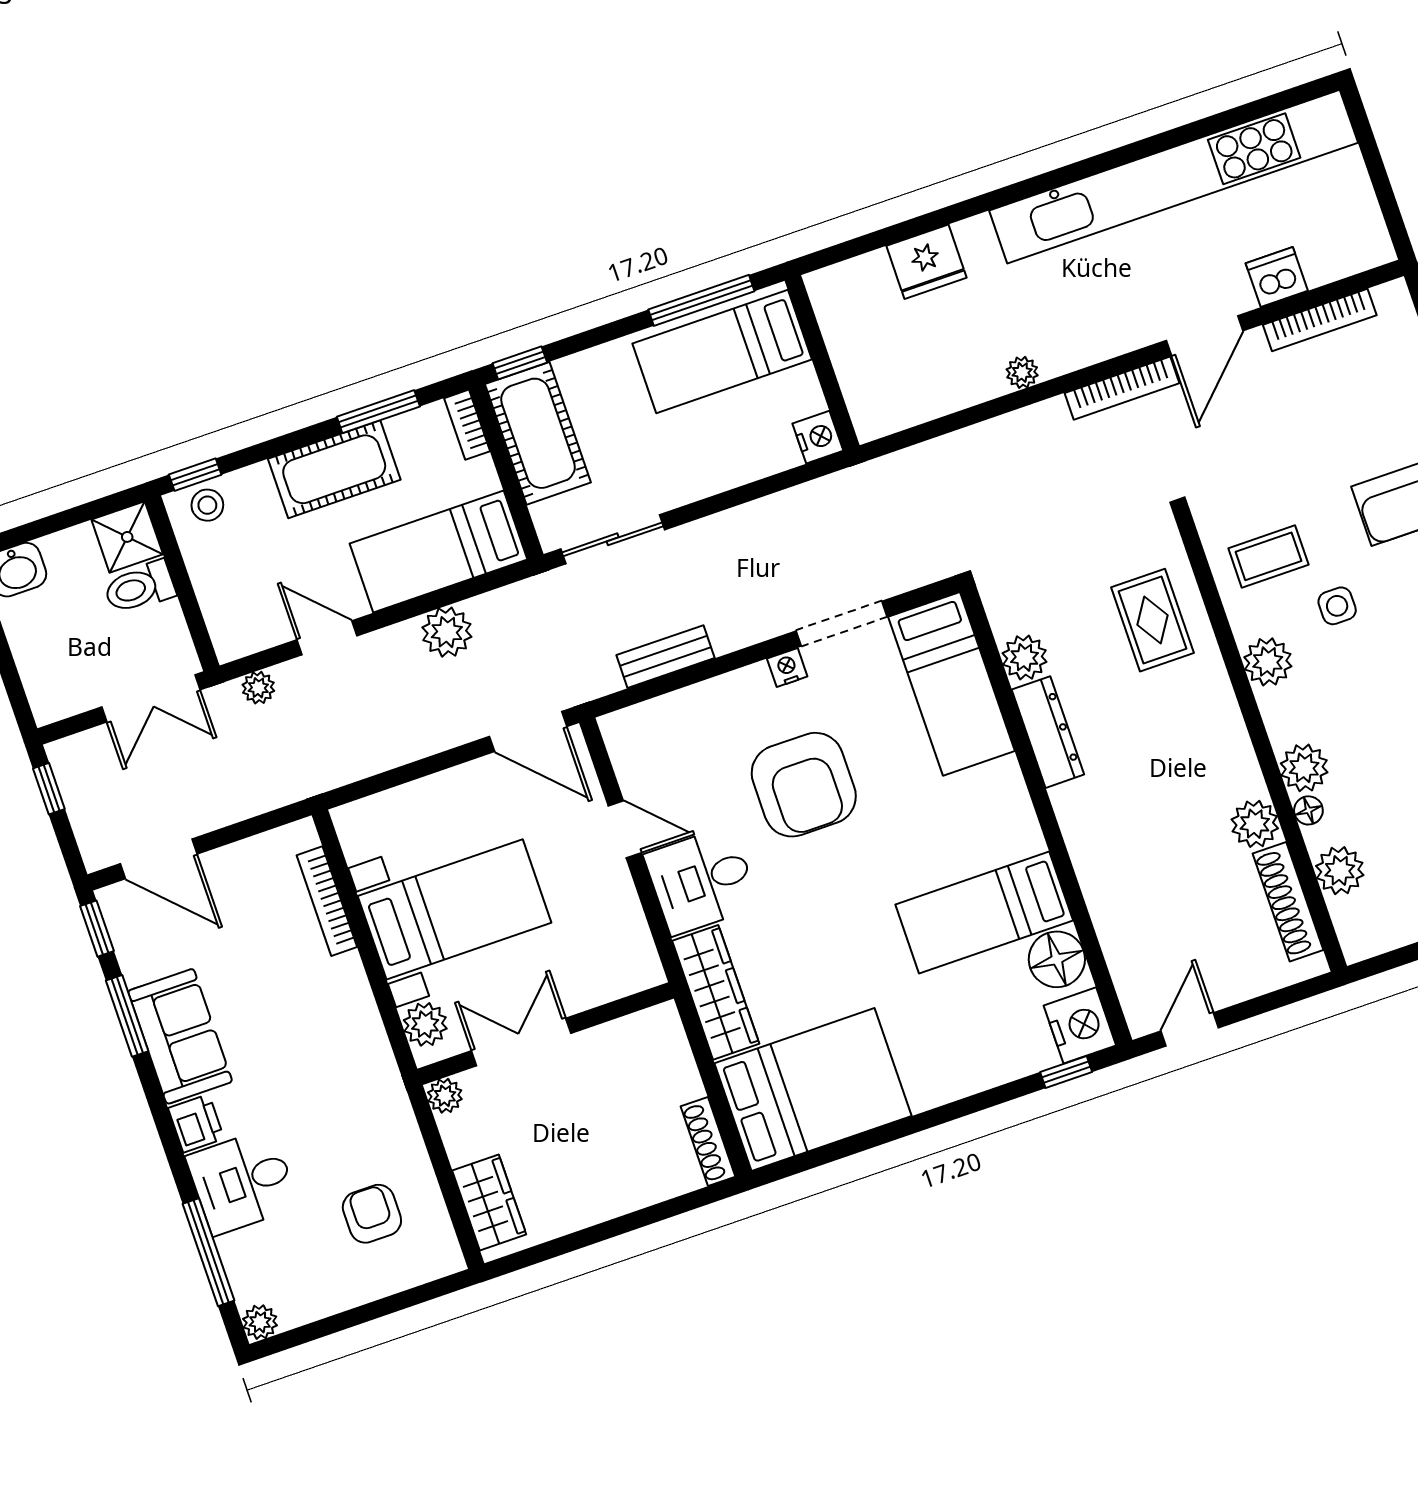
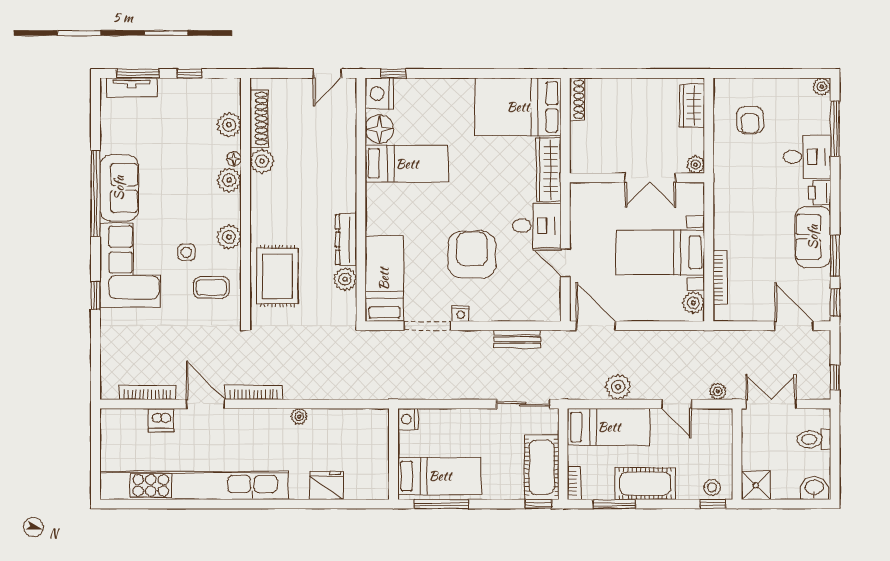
door: (1205, 336) -> (205, 404), hinge flipped
toilet: (139, 587) -> (814, 439), moved, turned 180
rug: (1153, 620) -> (277, 276), width x1.36, depth x1.43
plant: (425, 1024) -> (693, 303), moved

